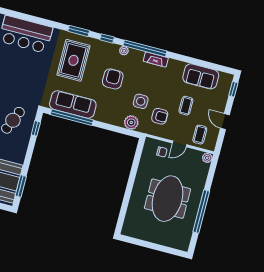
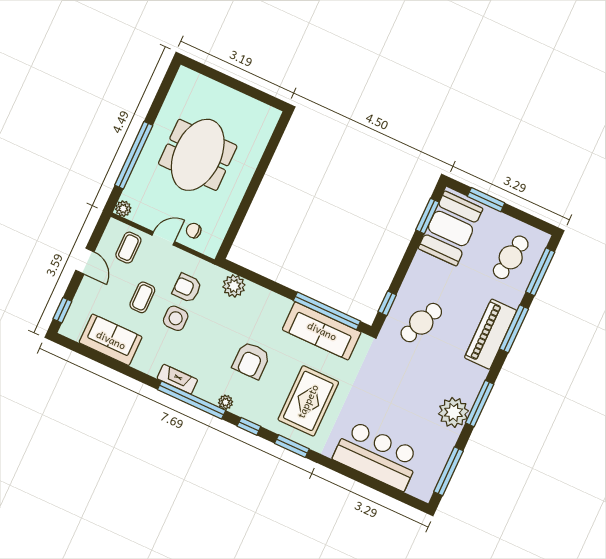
side table: (141, 101) -> (176, 318), moved
window: (201, 212) -> (134, 155), moved

